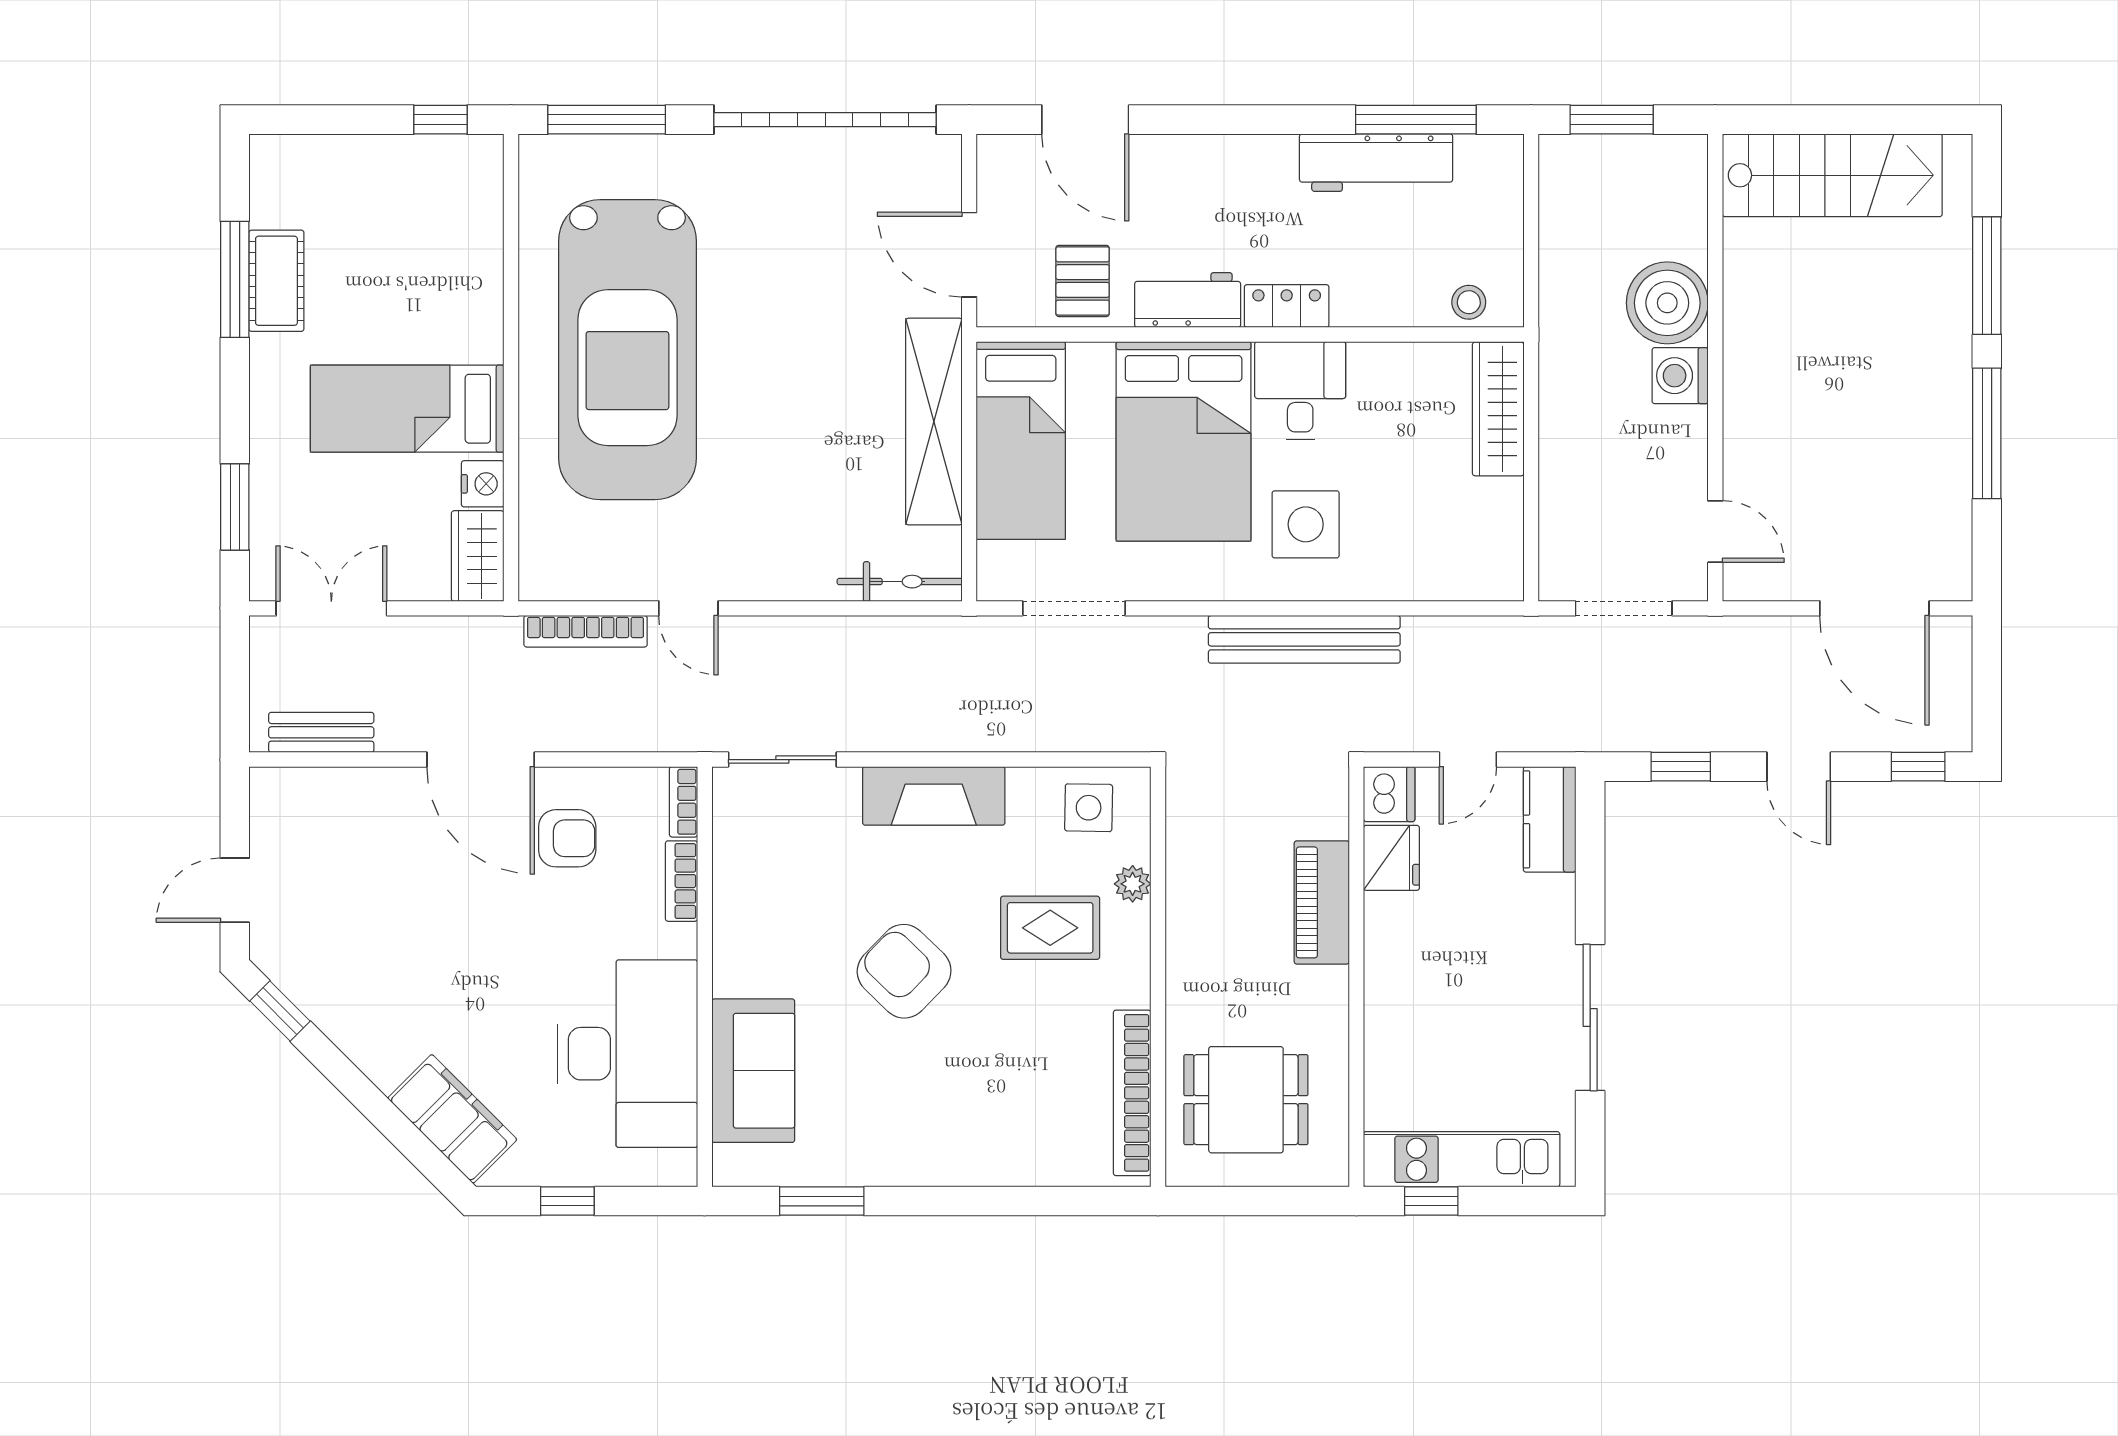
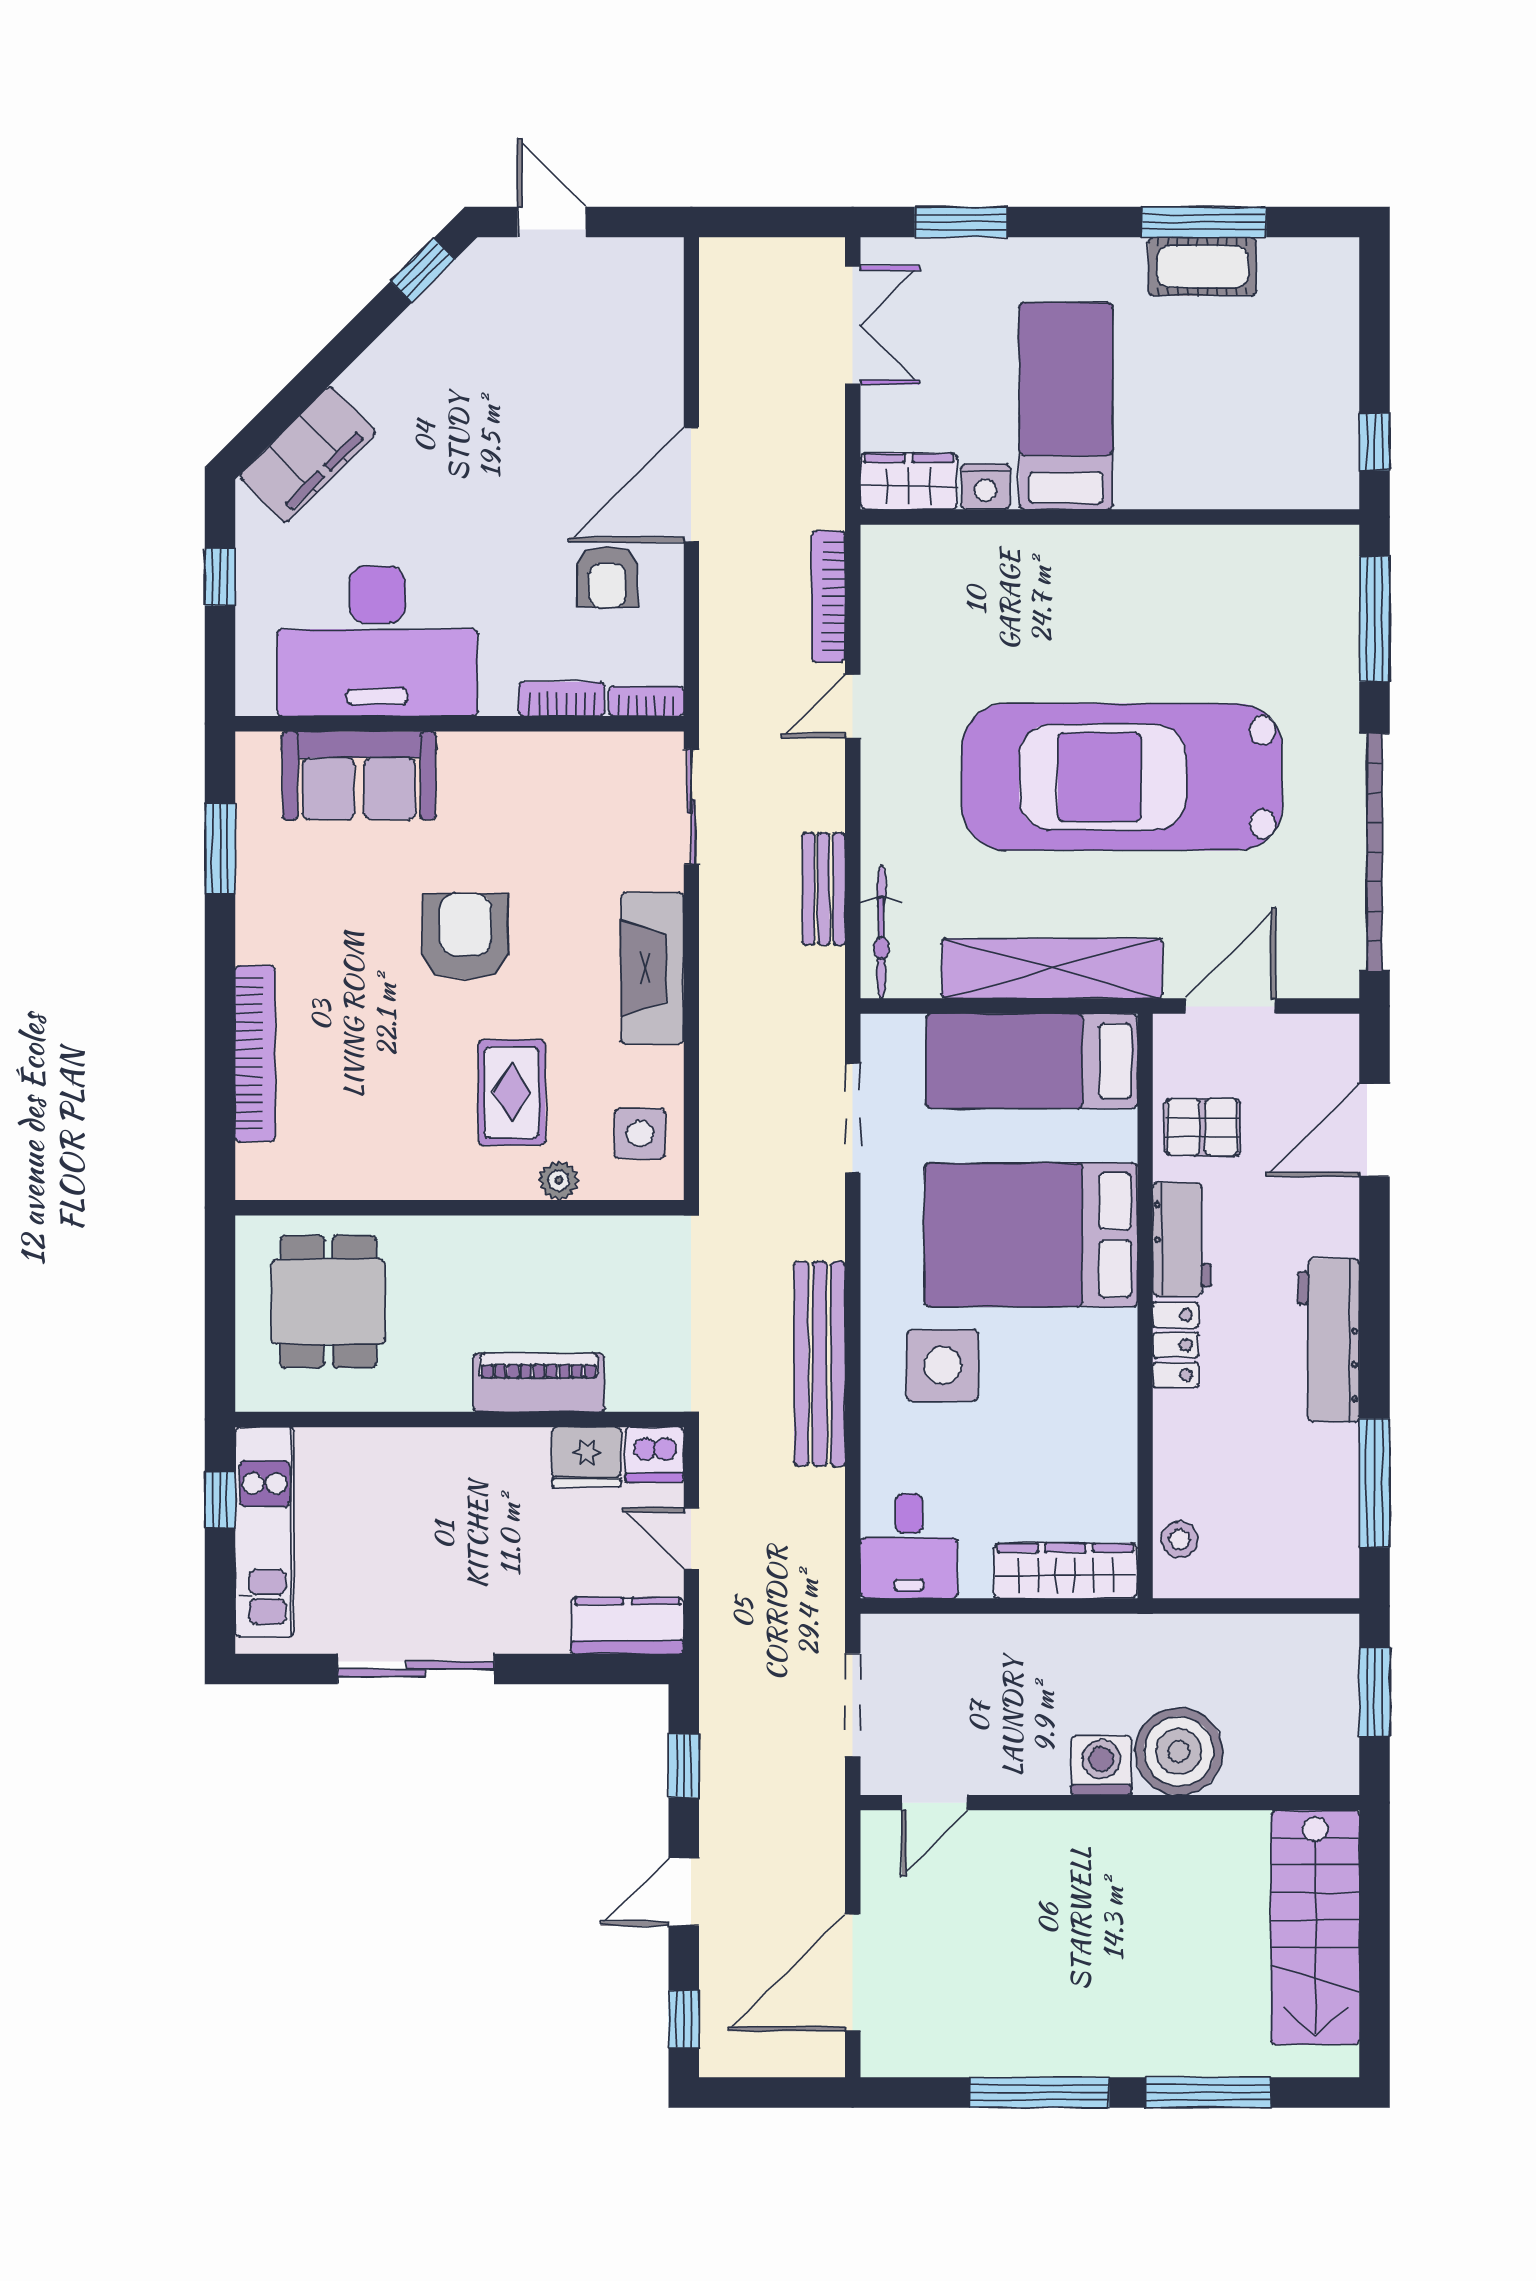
workbench: (1376, 163) -> (1329, 1340), moved
car: (627, 350) -> (1122, 777), moved
desk: (1300, 391) -> (909, 1546), moved, turned 90
bench: (321, 732) -> (824, 889), moved
armchair: (904, 971) -> (465, 937), turned -44
bookcase: (1132, 1093) -> (255, 1054), moved, turned 90

